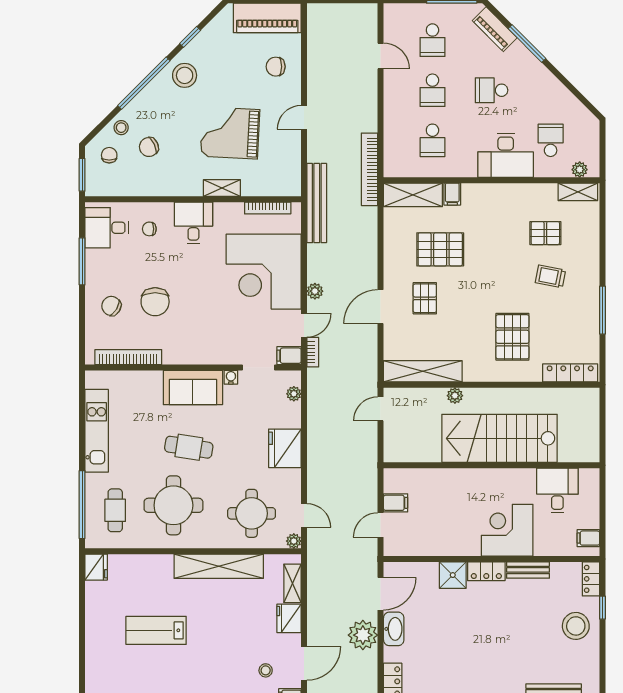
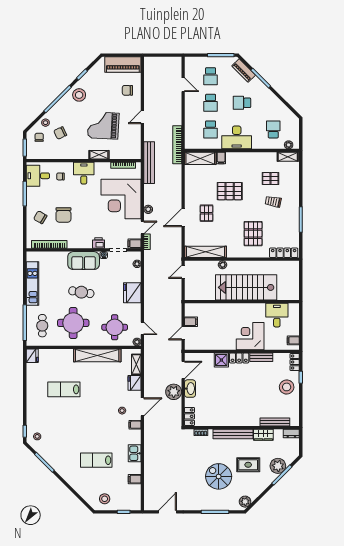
desk: (506, 155) -> (237, 137), moved
pallet: (440, 249) -> (230, 191), moved
printer: (221, 355) -> (99, 243), added

